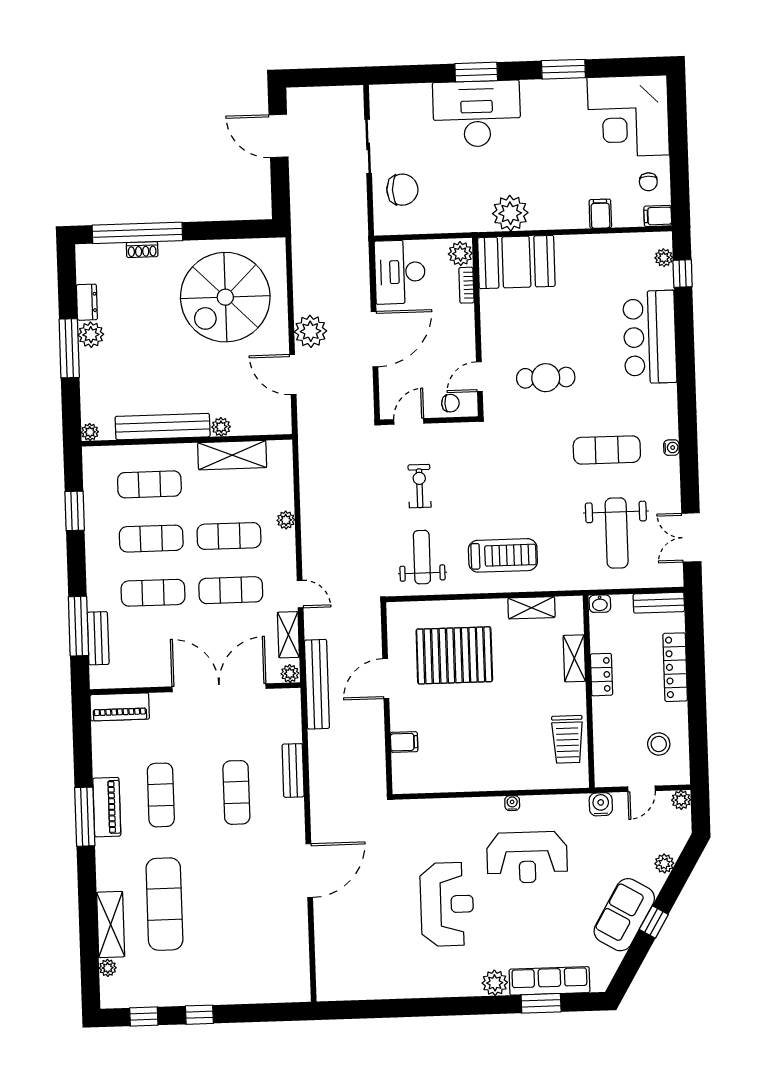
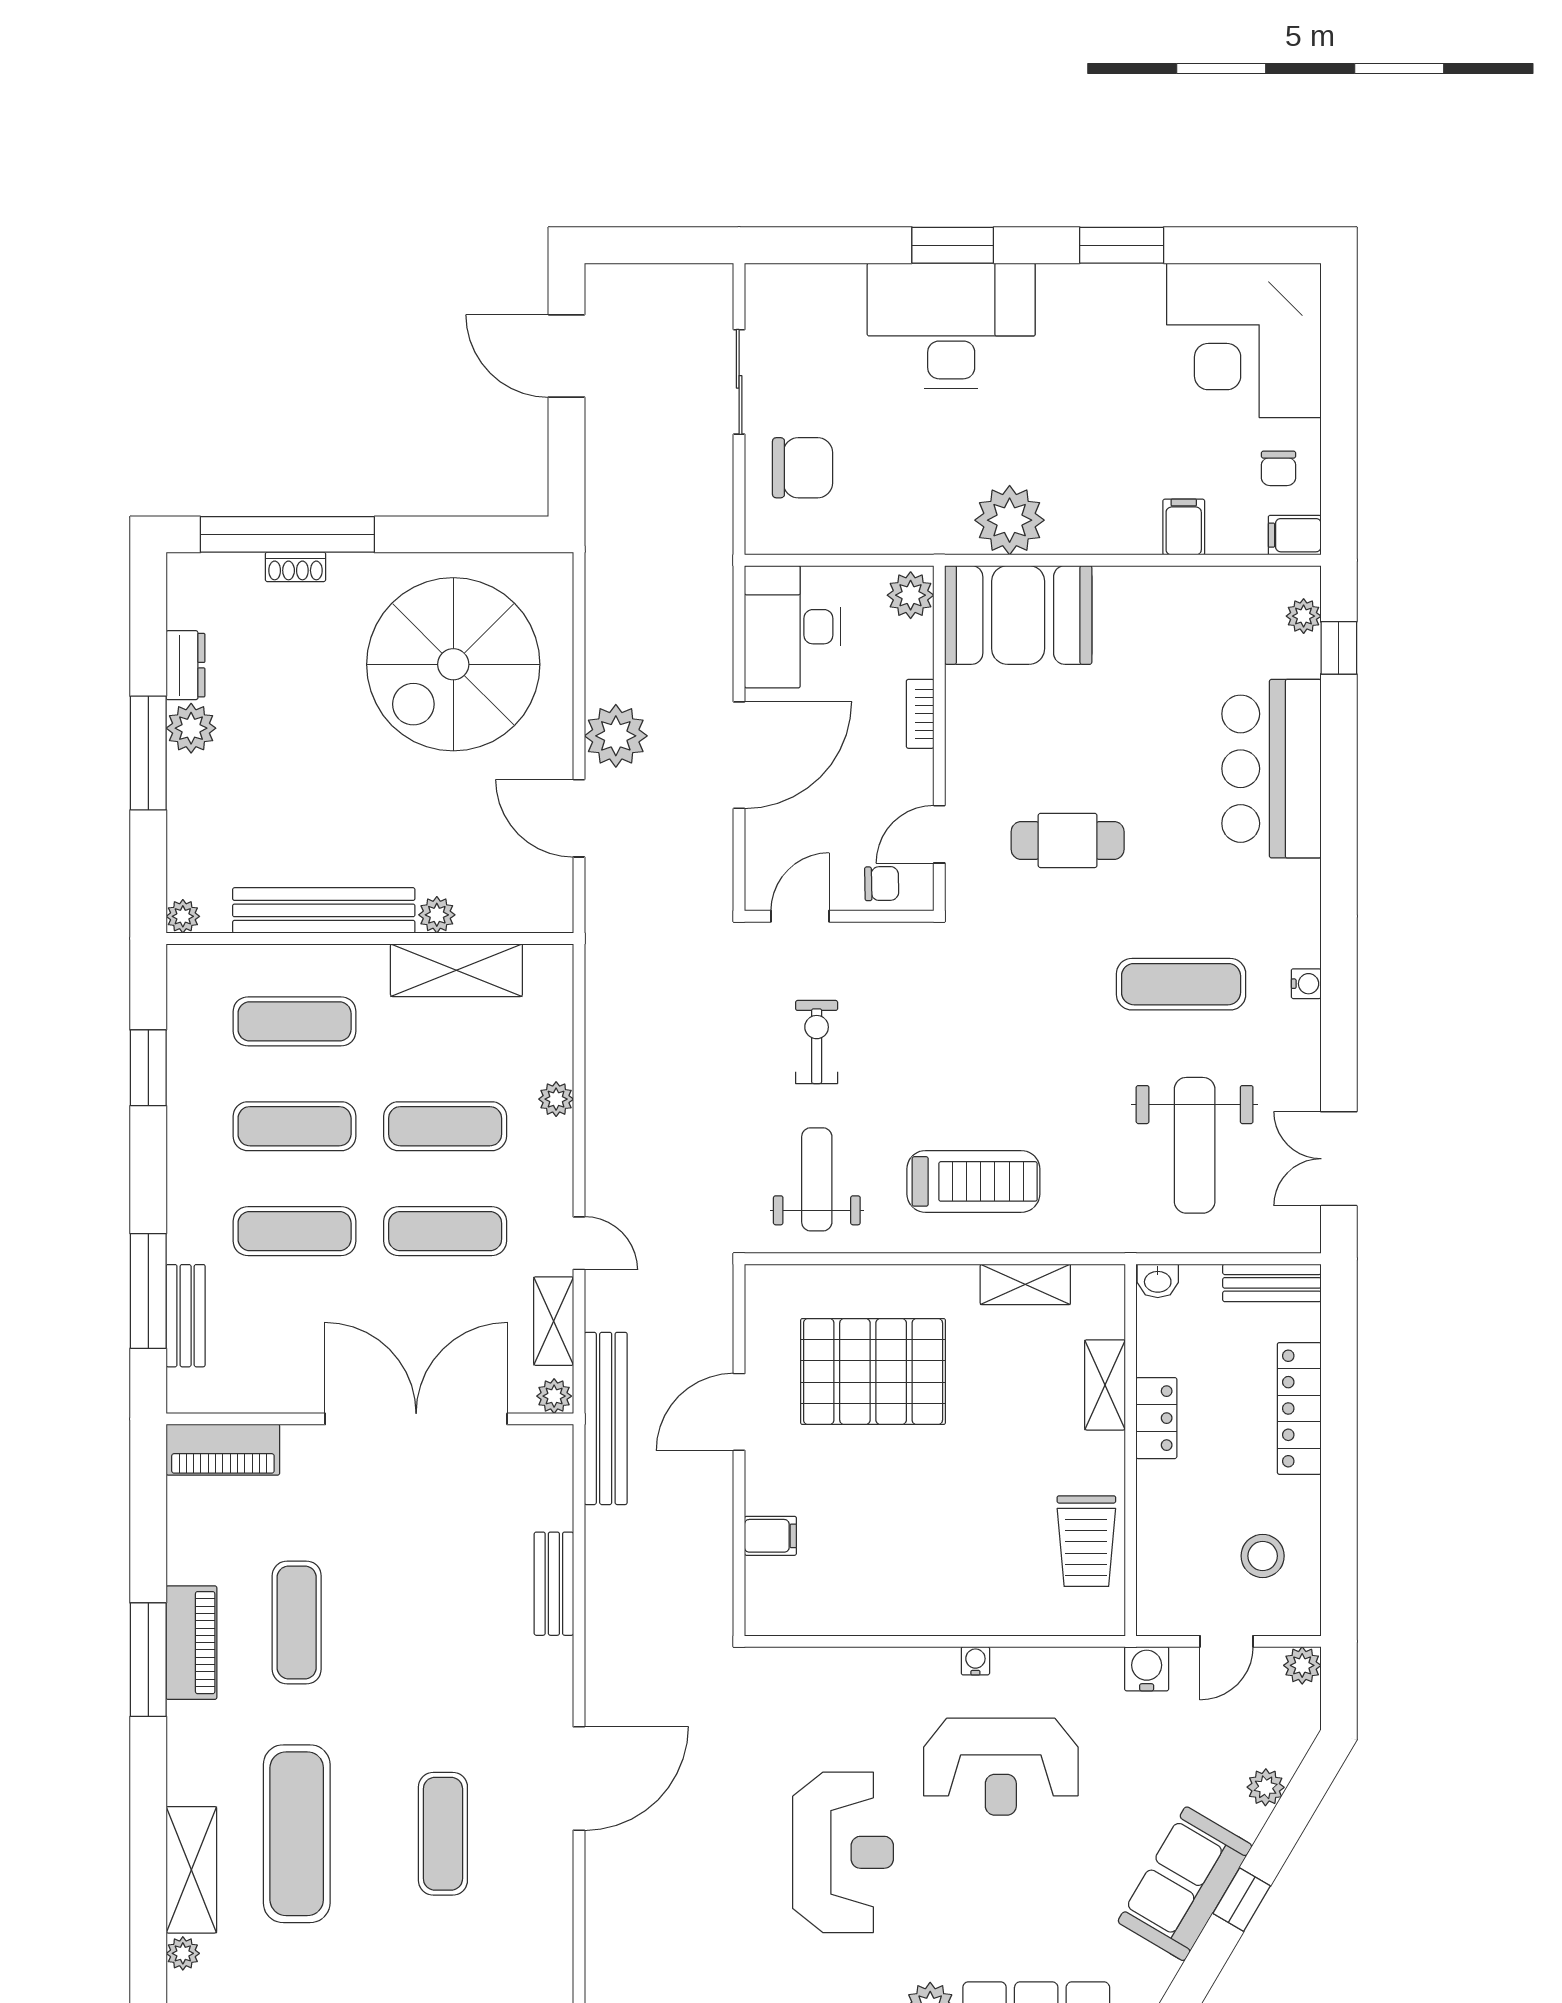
bookcase: (466, 285) -> (920, 714), moved
exercise mat: (236, 792) -> (443, 1834), moved

